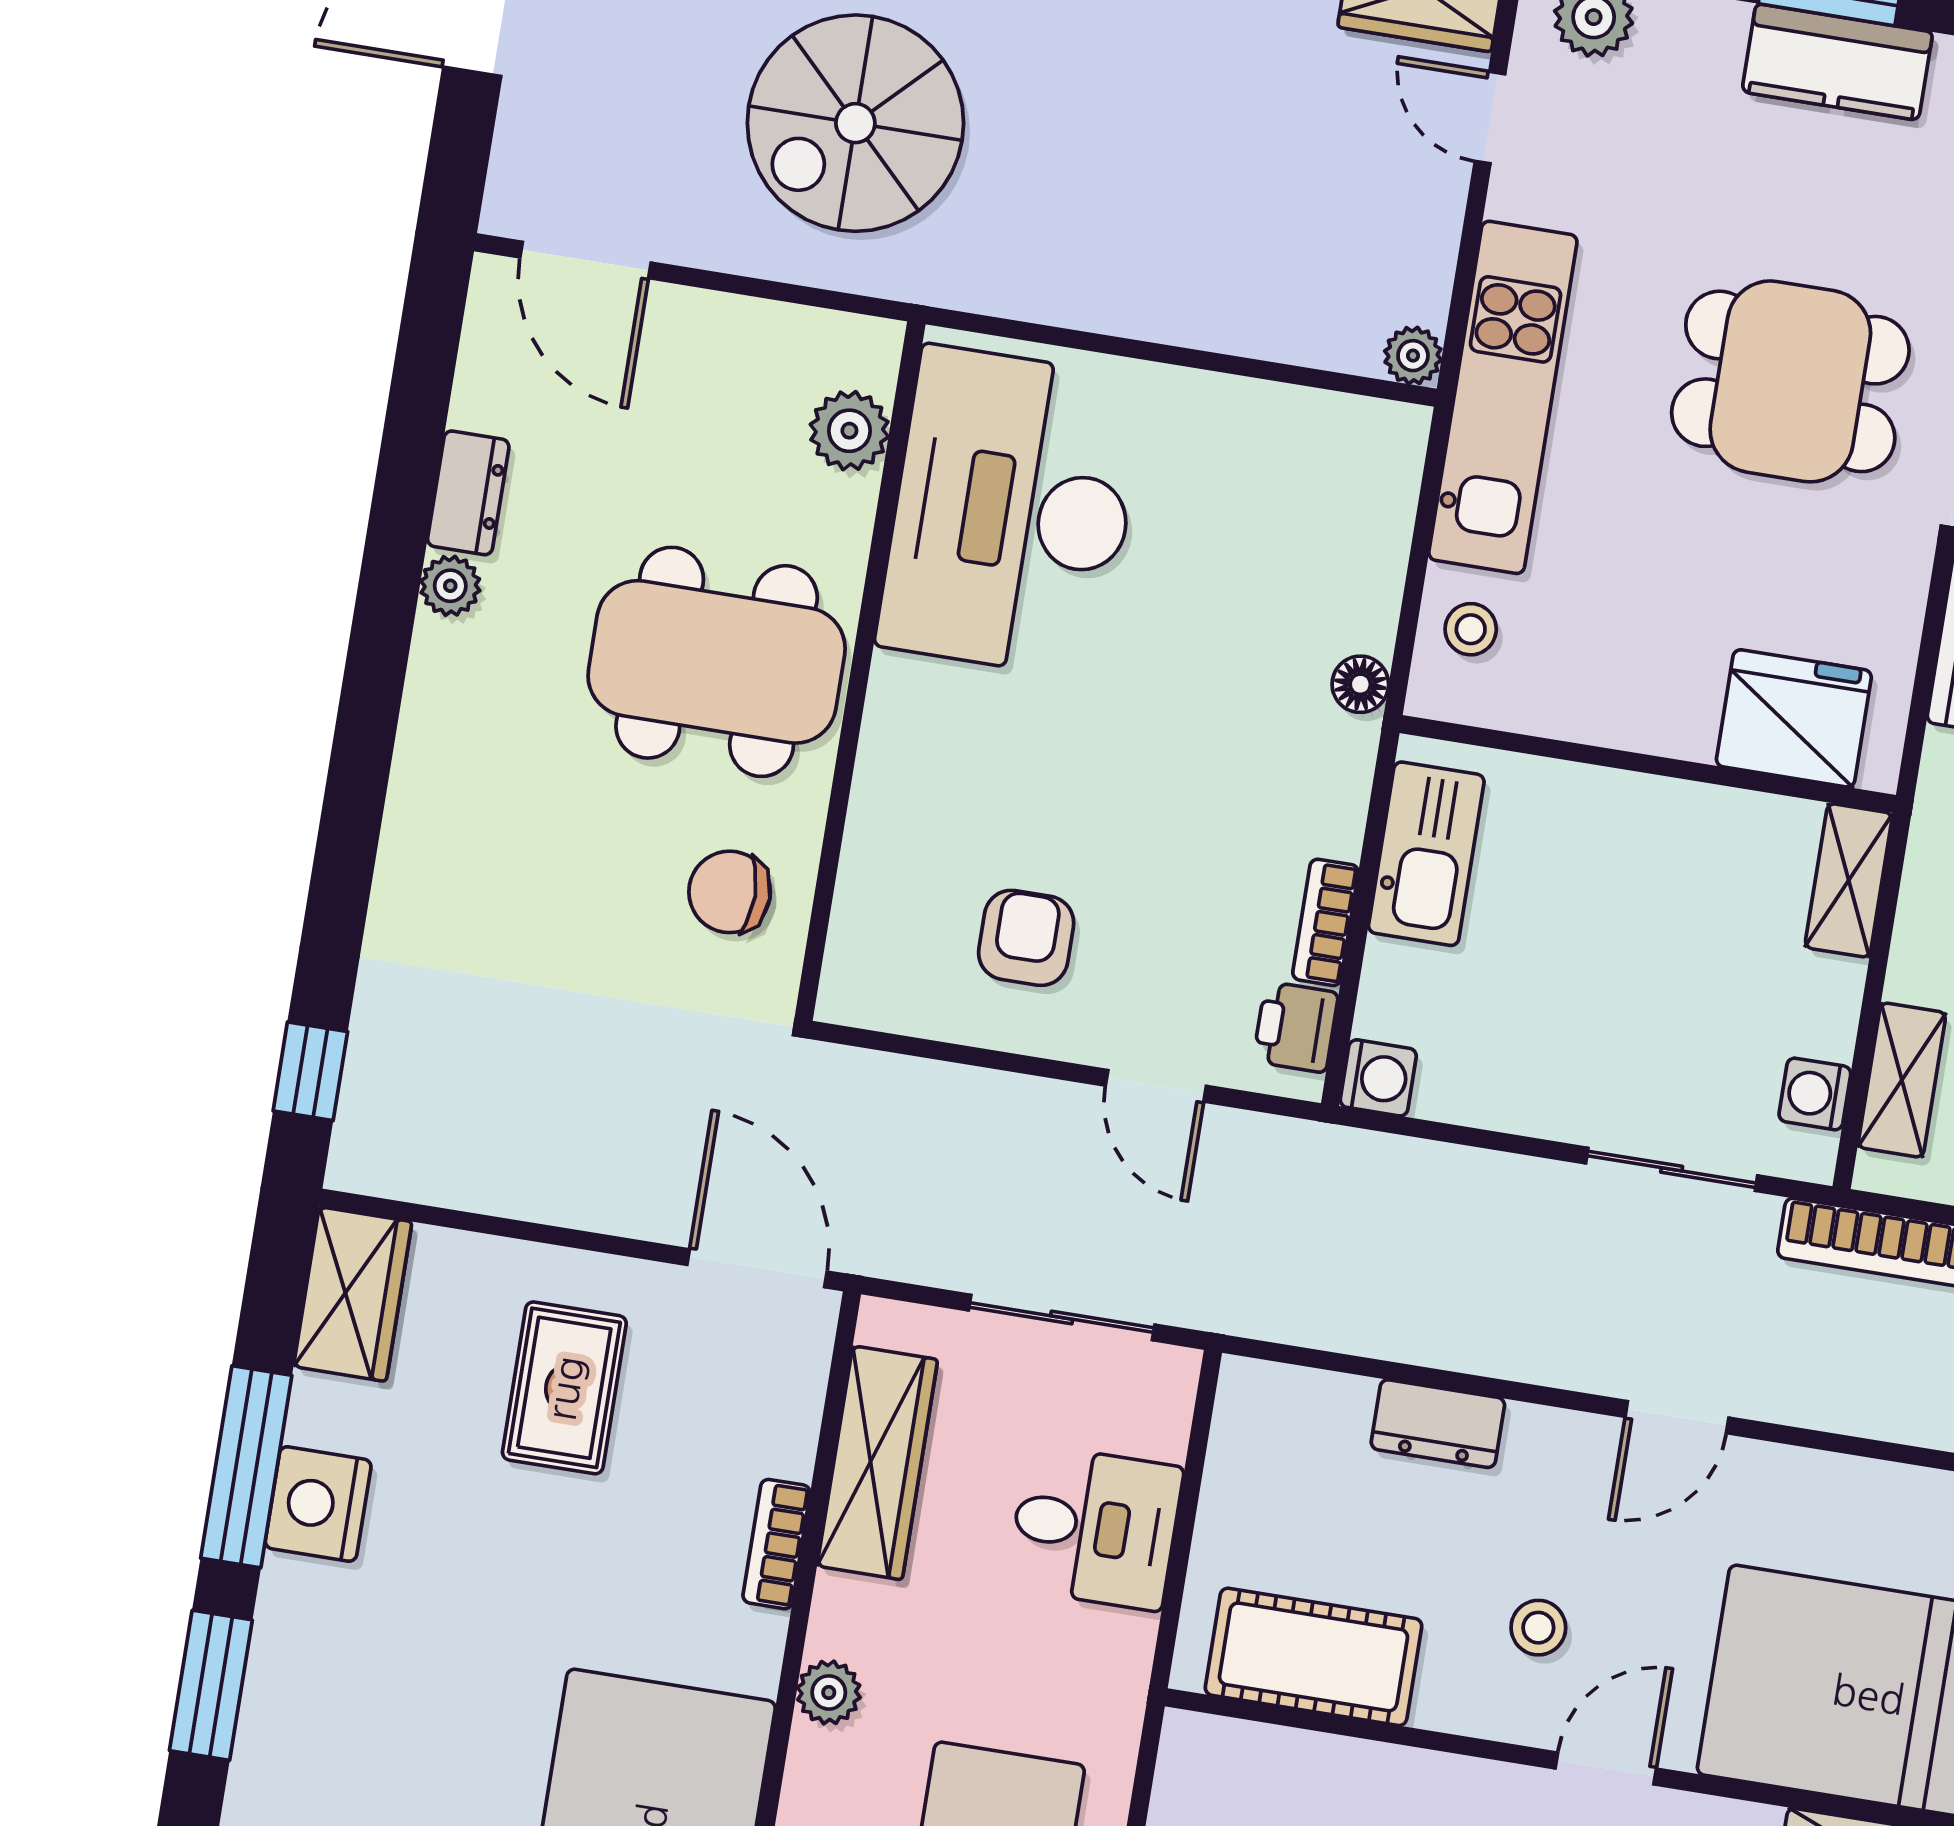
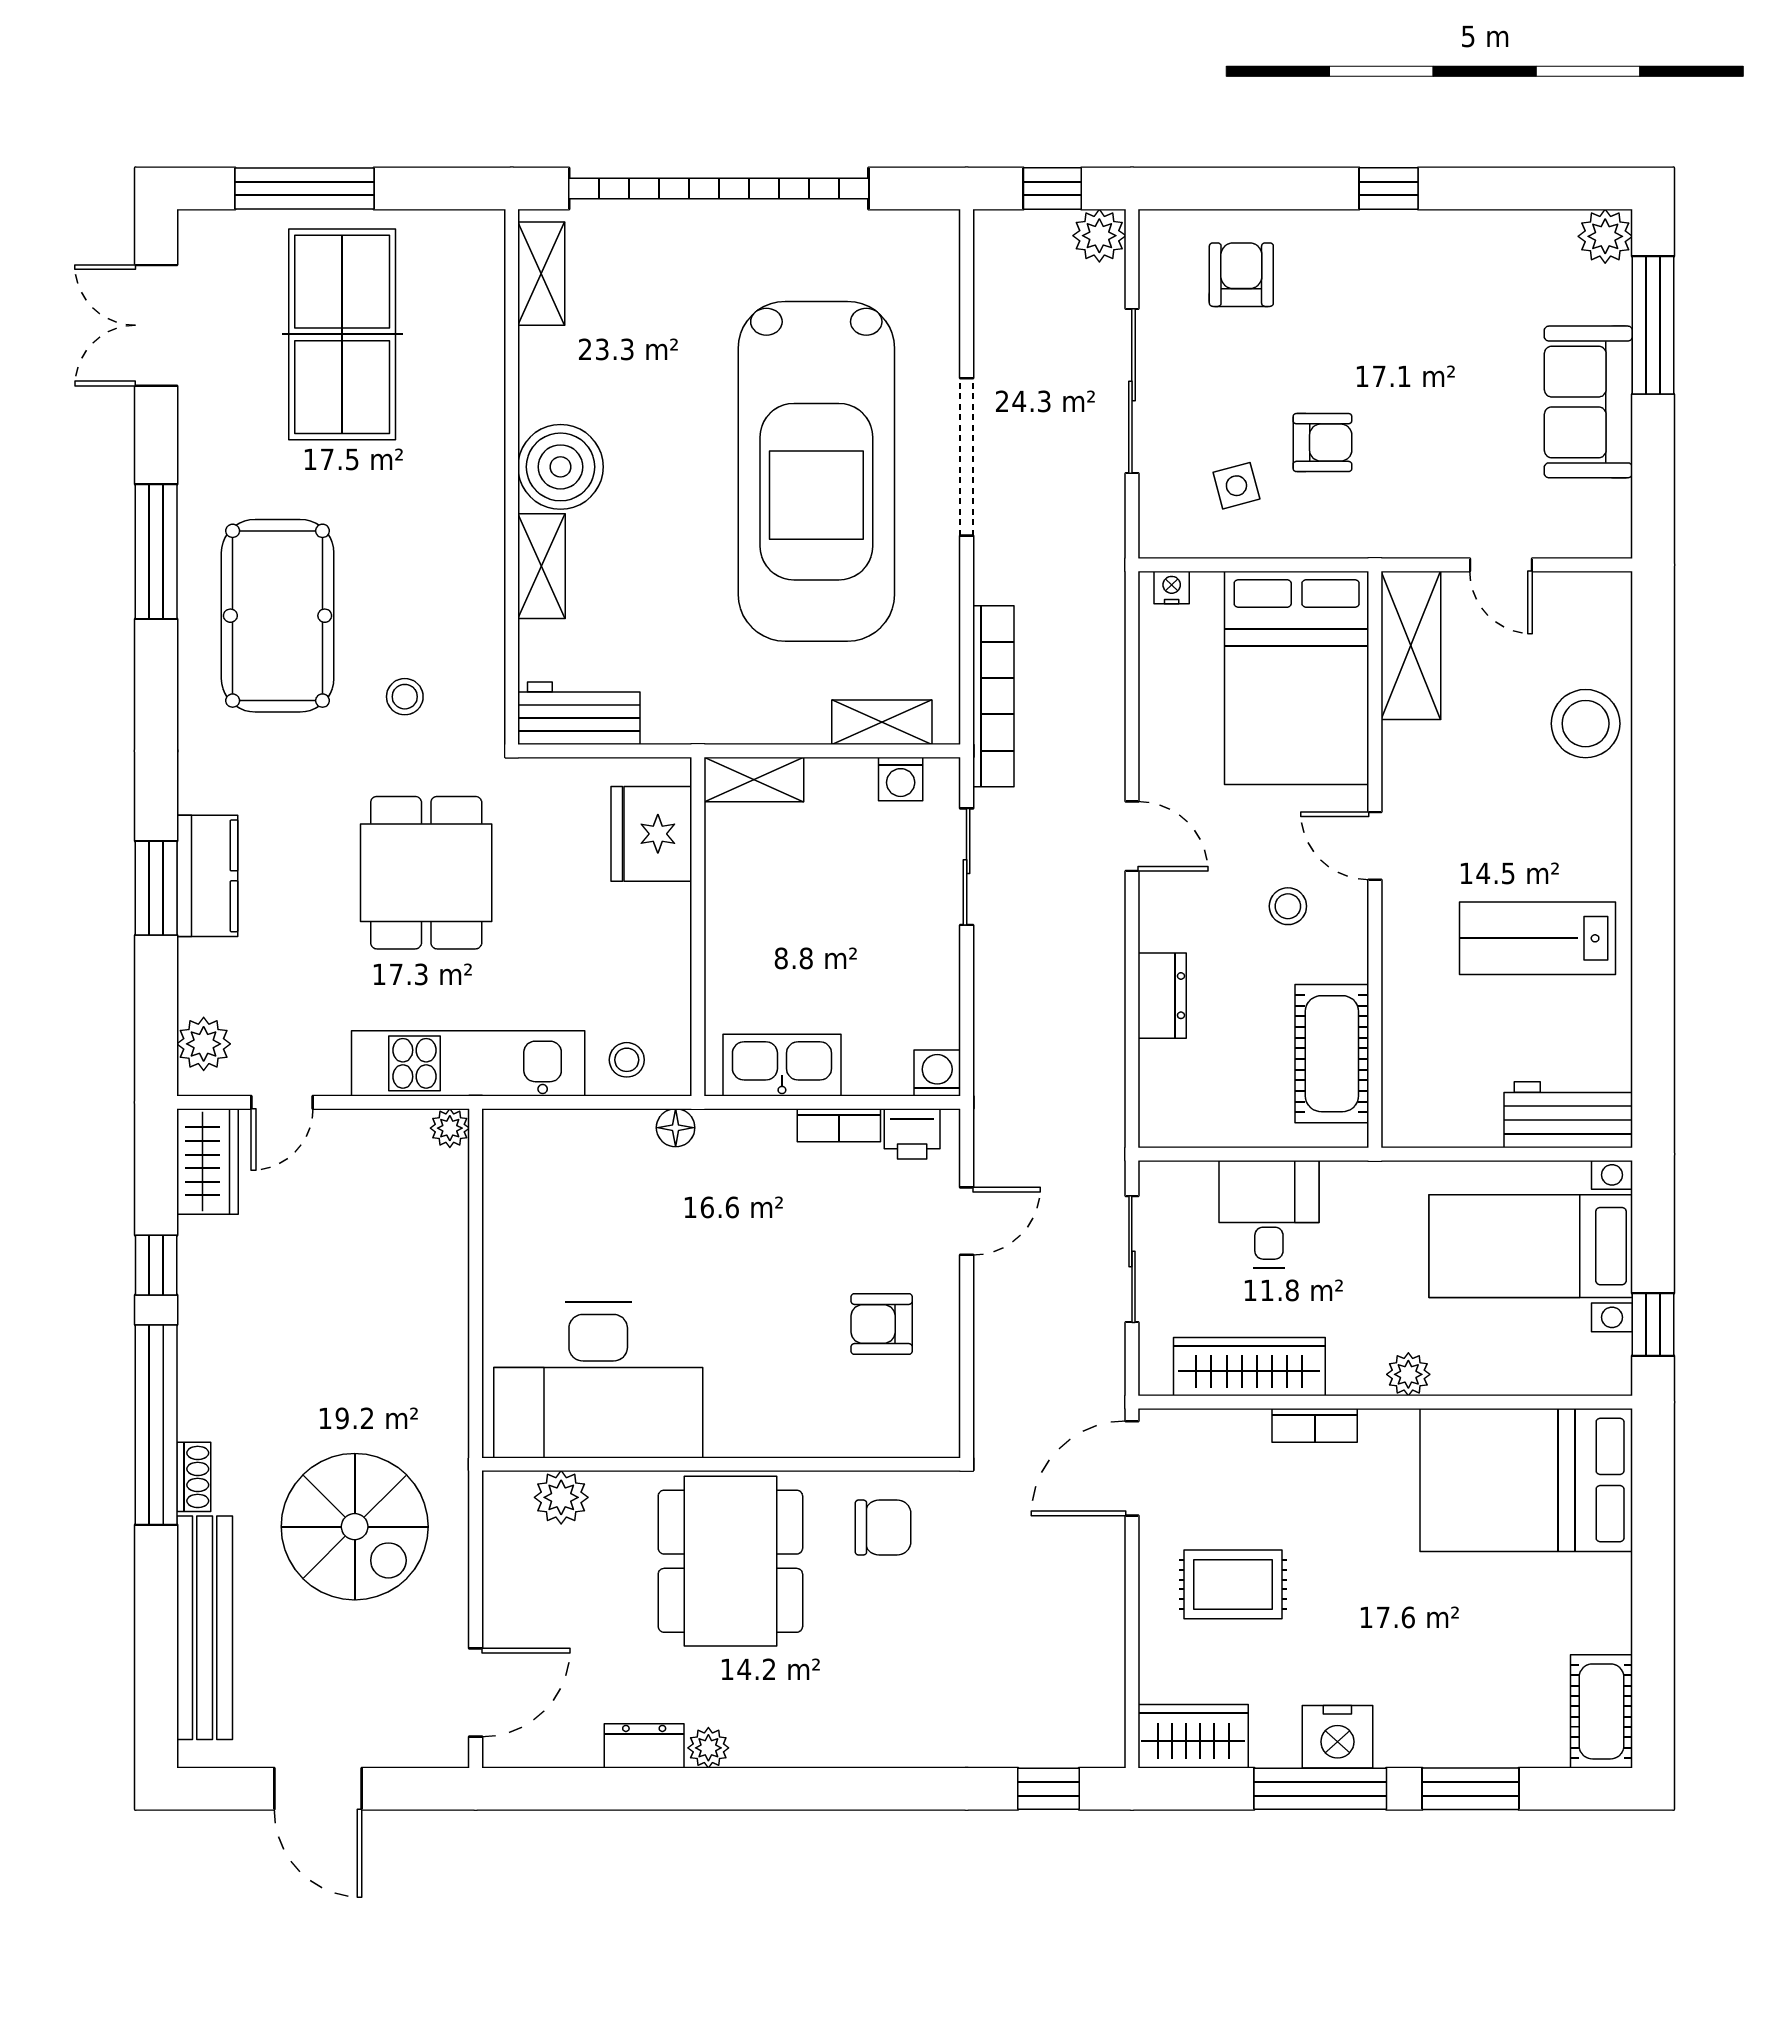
chair: (730, 892) -> (883, 1528), turned -90

